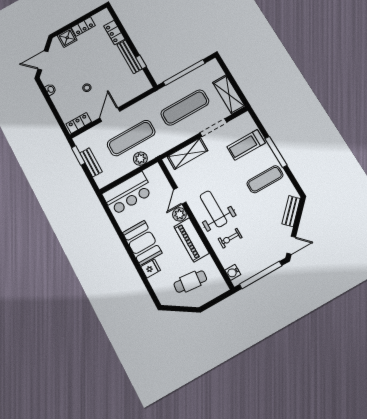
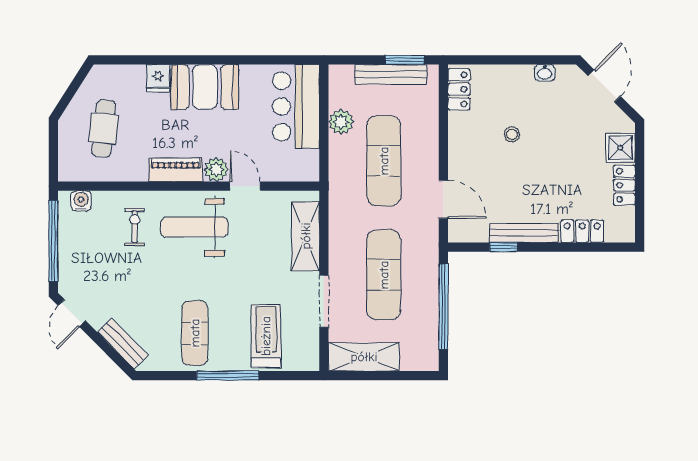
door: (110, 115) -> (443, 199), moved
plant: (140, 159) -> (341, 122), moved
bench: (91, 162) -> (391, 74), width x1.36
weight bench: (213, 209) -> (194, 227), turned 180
piano: (191, 240) -> (176, 170), width x0.73, depth x0.75

